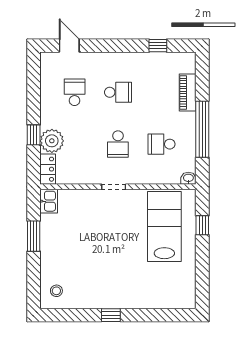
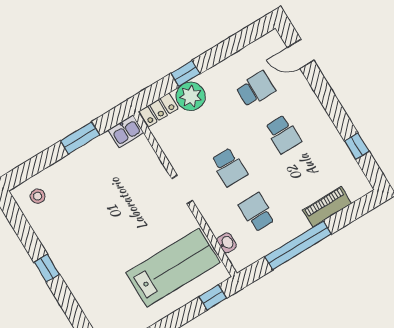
door: (69, 46) -> (301, 54), swing flipped
school desk: (118, 144) -> (229, 167), turned -90
washbasin: (188, 178) -> (227, 243), moved
window: (202, 225) -> (213, 297), moved

